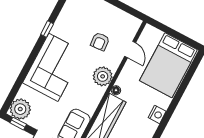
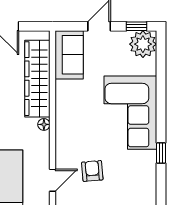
door: (130, 49) -> (53, 180), swing flipped
plant: (103, 76) -> (68, 132), removed

